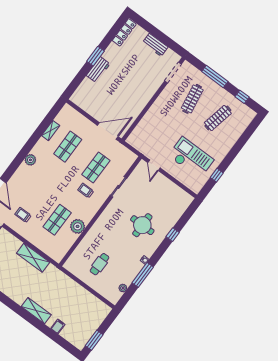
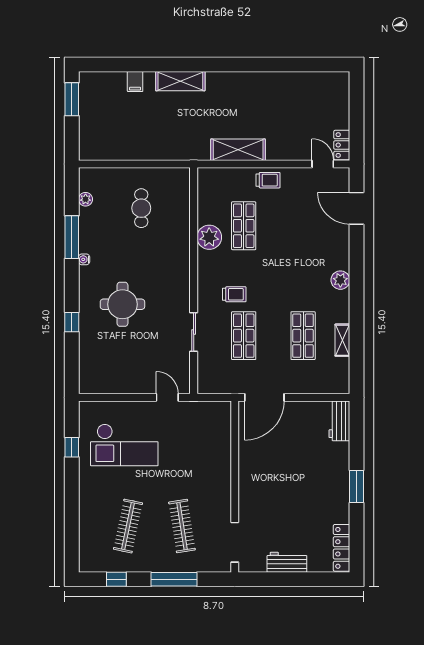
workbench: (98, 70) -> (339, 421), moved
trolley: (23, 215) -> (268, 180), moved

